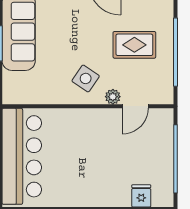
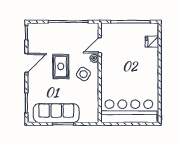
rug: (134, 45) -> (61, 66), moved
door: (135, 106) -> (100, 45), swing flipped

